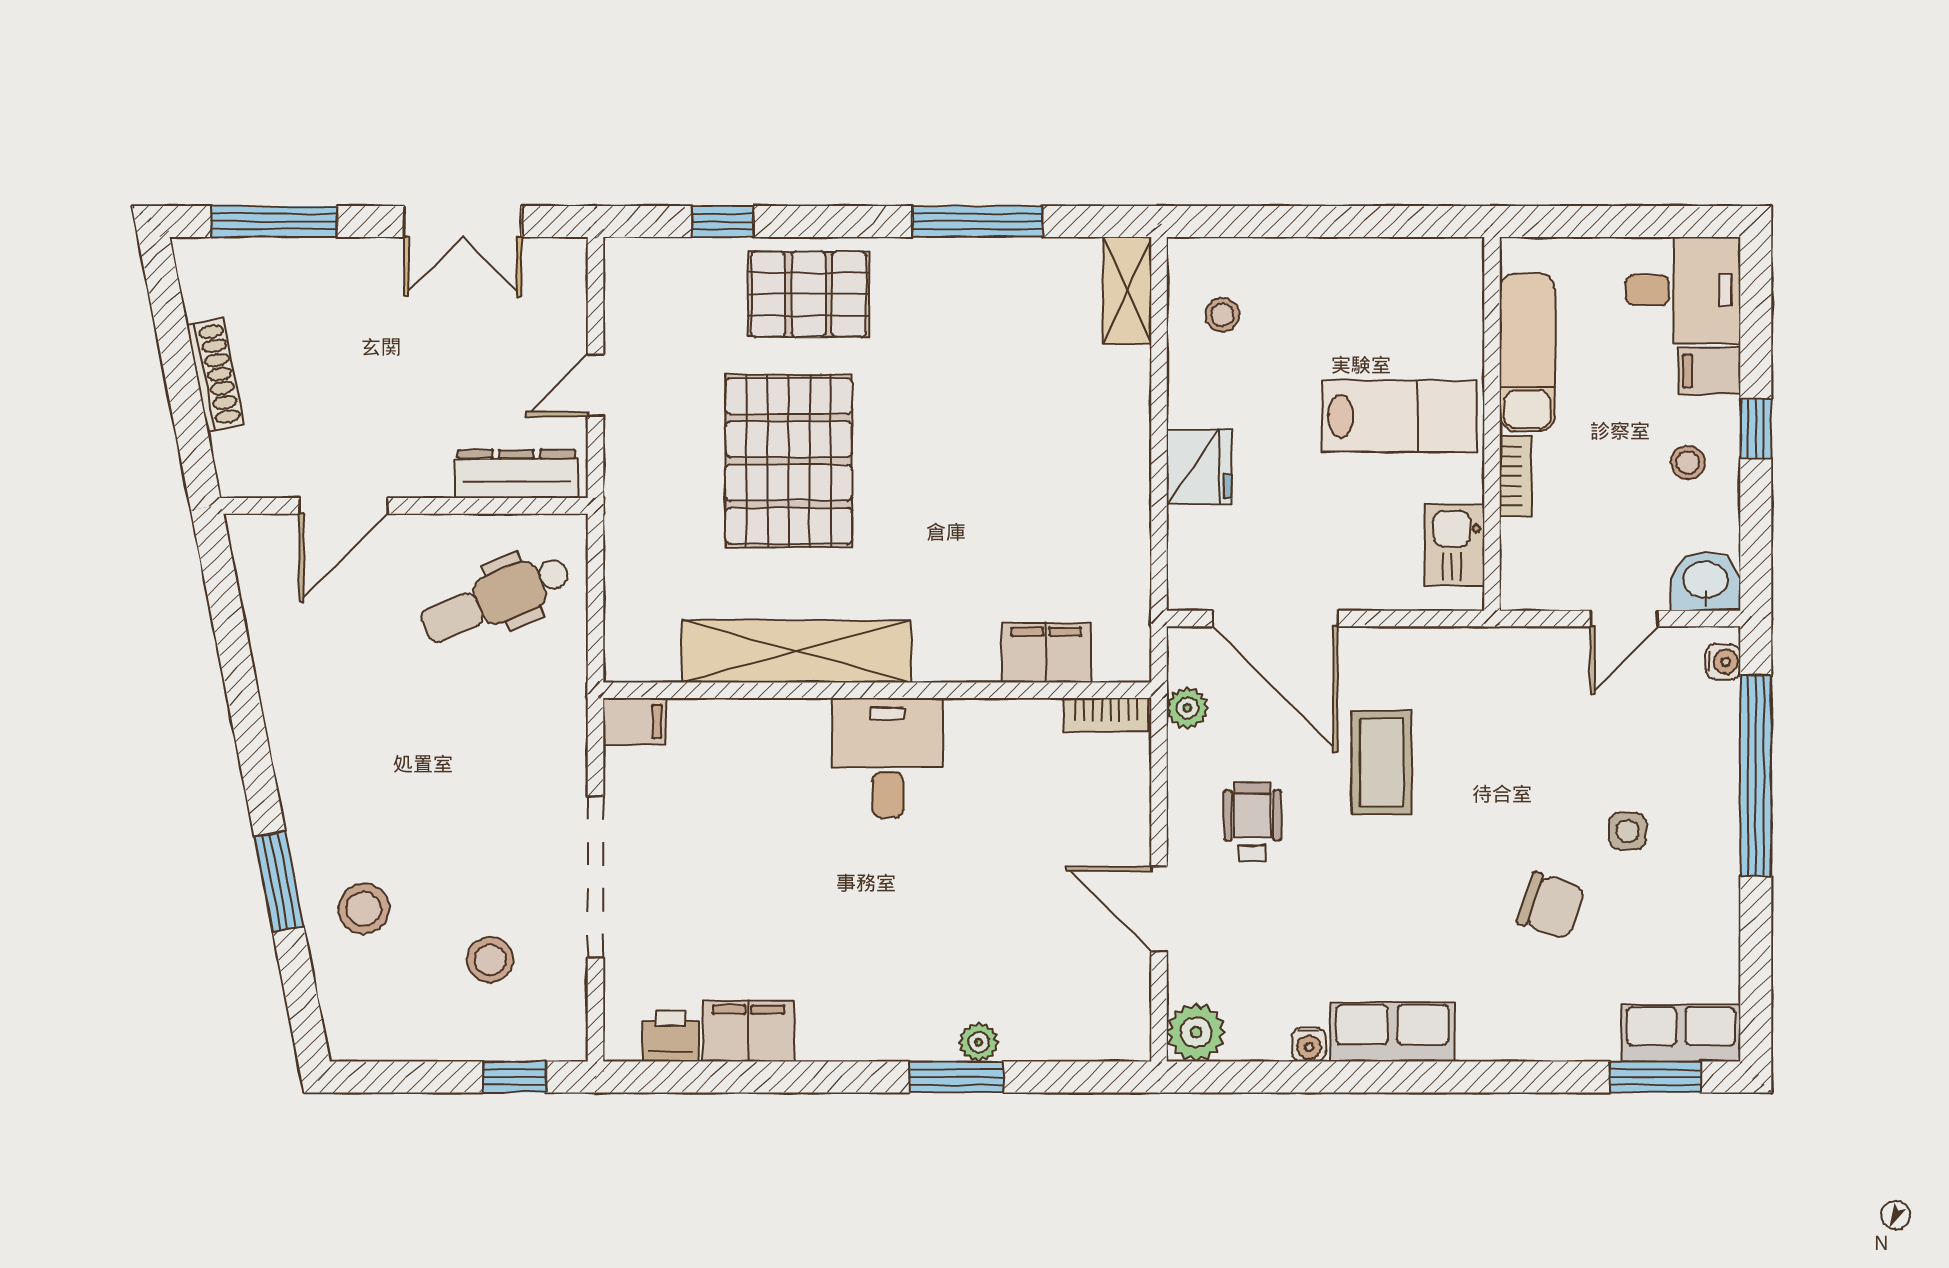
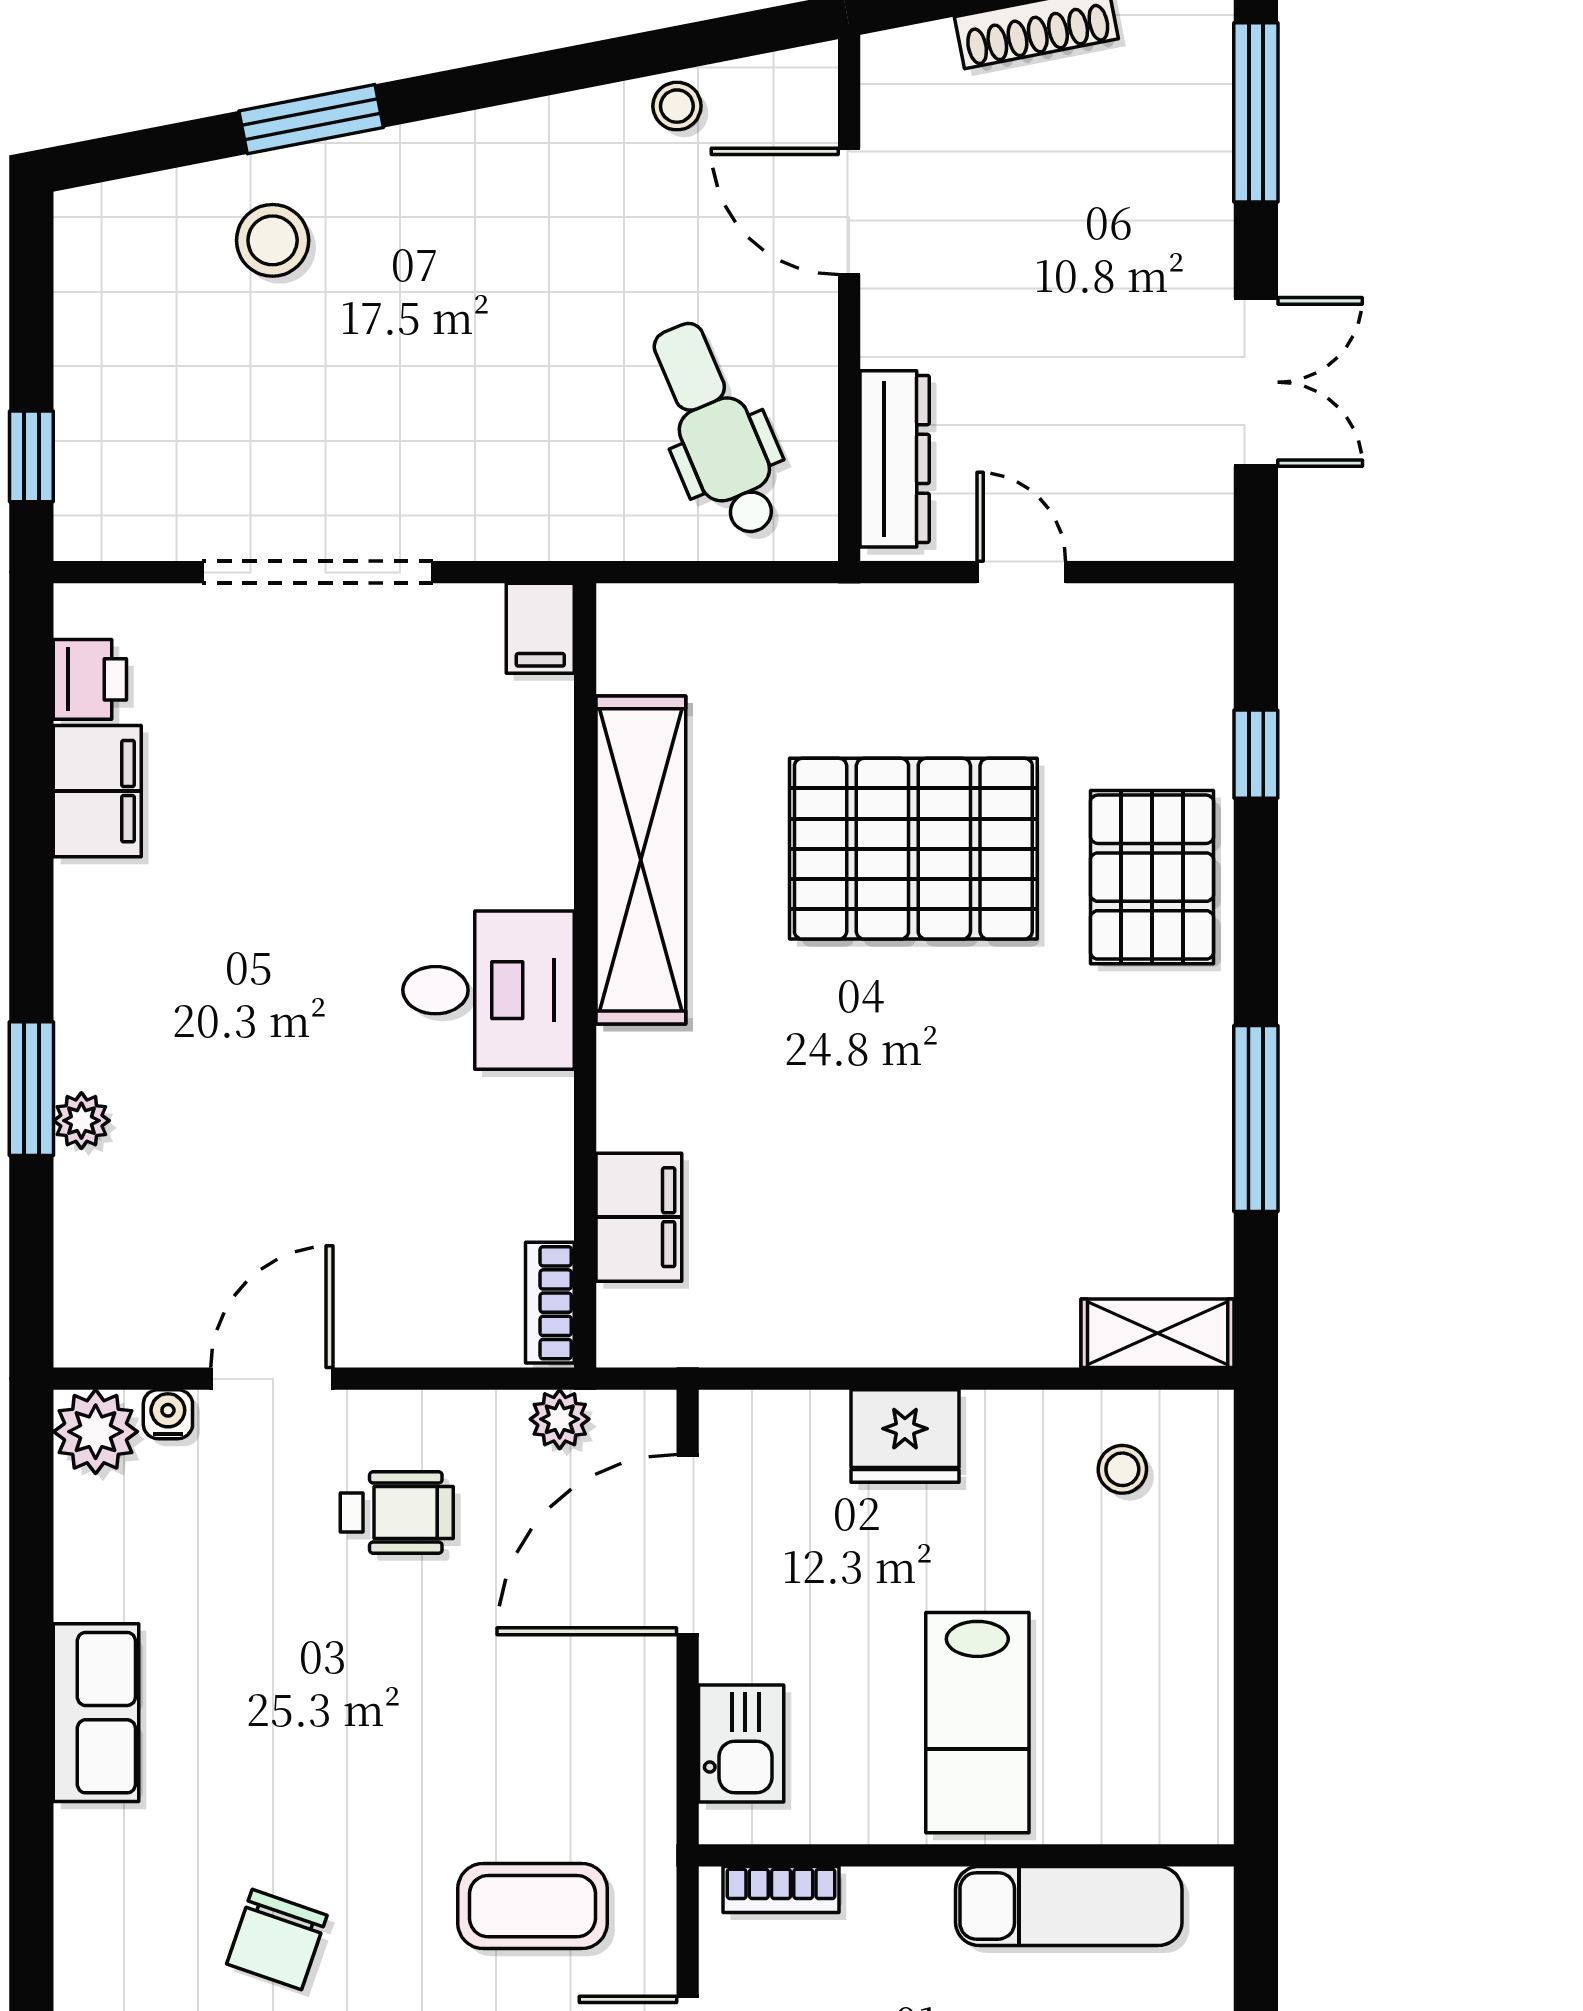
double door: (463, 222) -> (1256, 382), swing flipped
bookcase: (1516, 476) -> (781, 1889), moved
kitchen sink: (1455, 545) -> (741, 1744), moved, turned 90
coffee table: (1382, 763) -> (533, 1906), moved
stool: (490, 960) -> (677, 106), moved, width x0.73, depth x0.73
water cooler: (1309, 1044) -> (168, 1414), moved, turned 90

